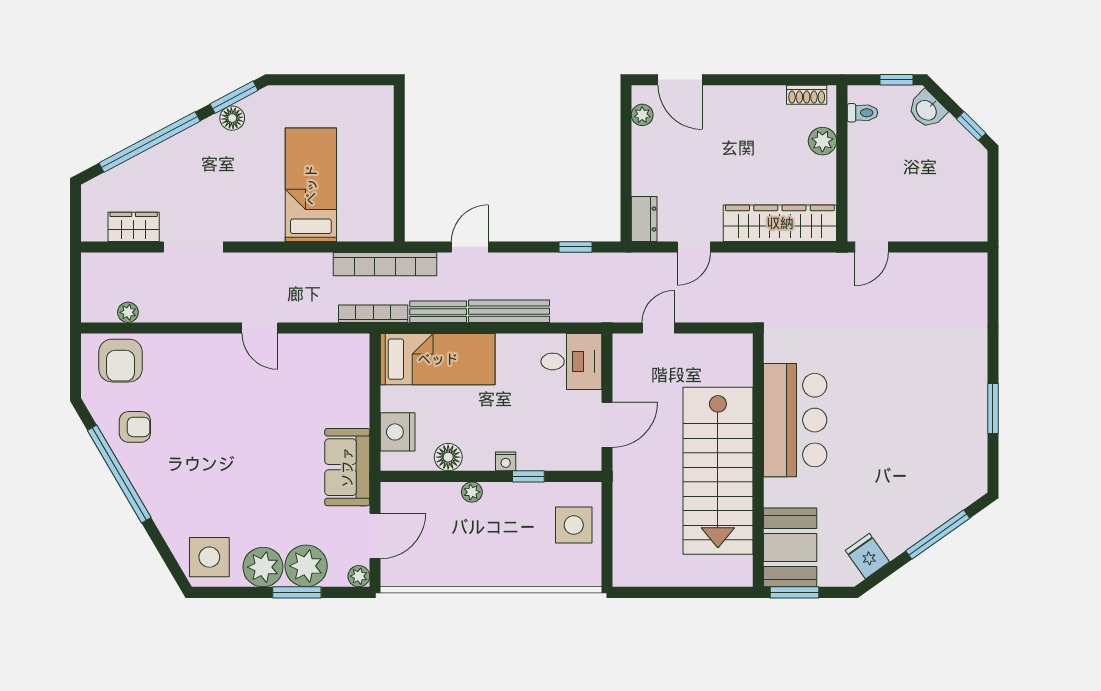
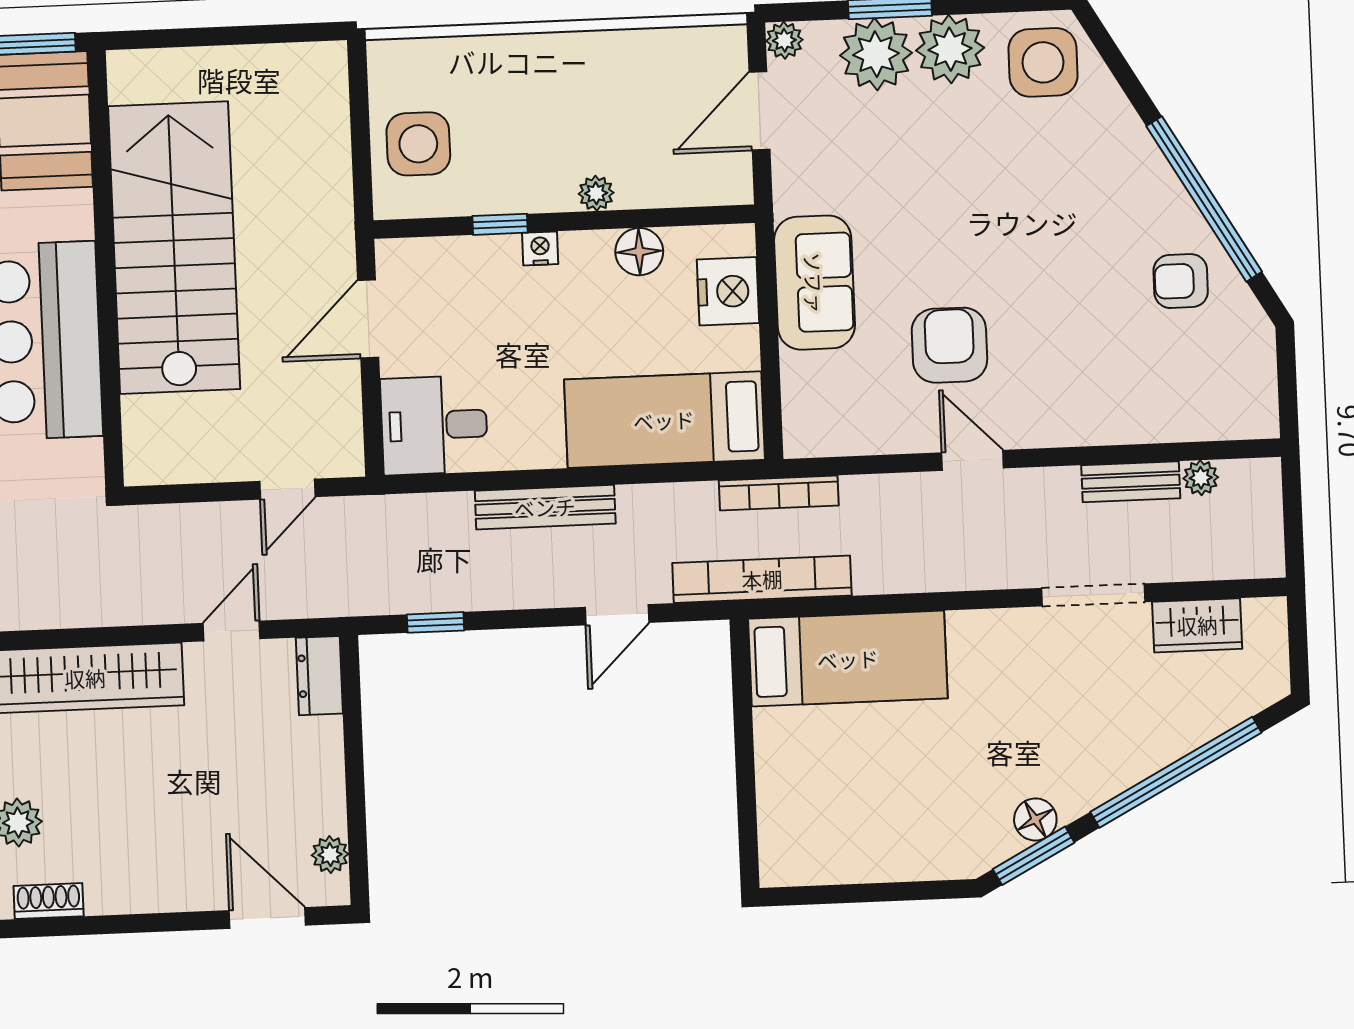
bed: (311, 185) -> (848, 659), moved, turned -90
bench: (438, 312) -> (1131, 482), moved
armchair: (121, 361) -> (949, 345), moved
sofa: (347, 467) -> (814, 283), moved

